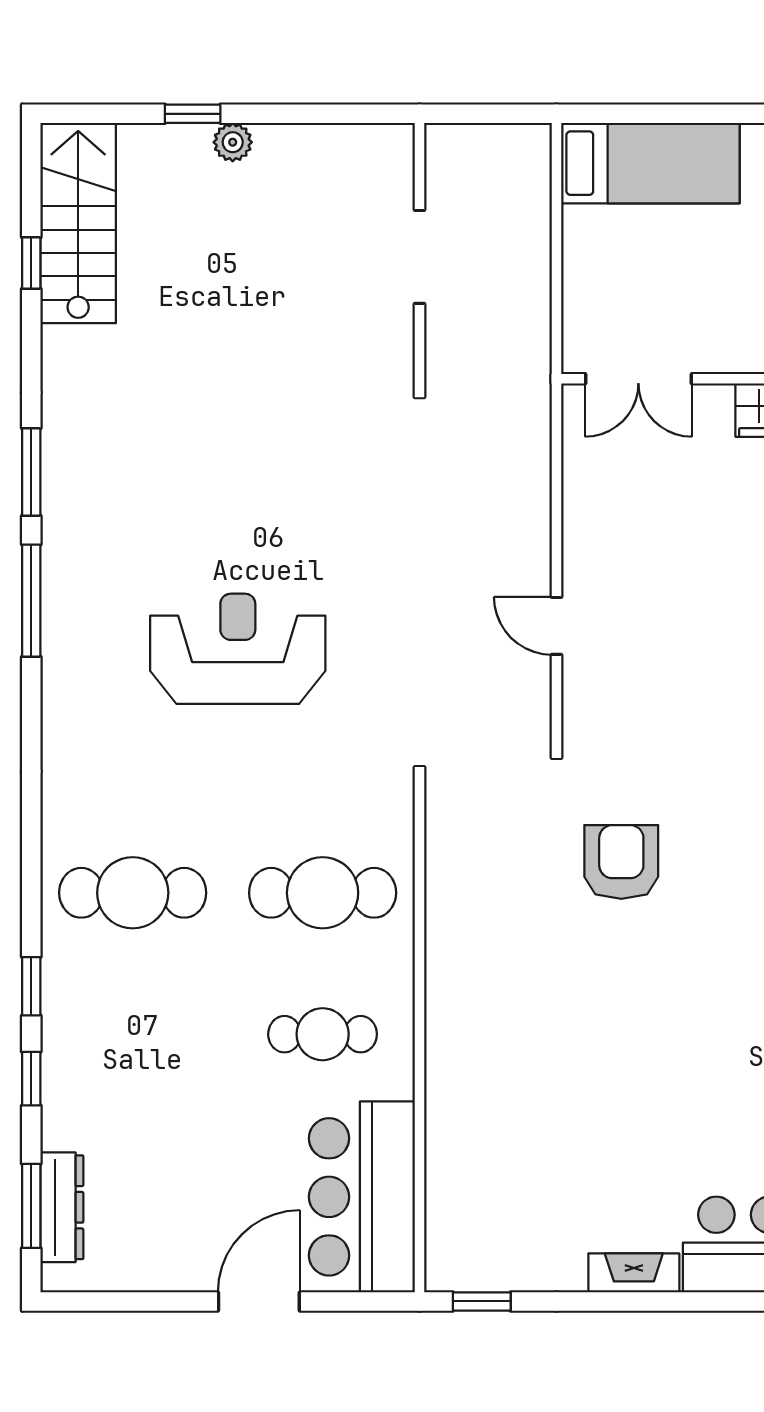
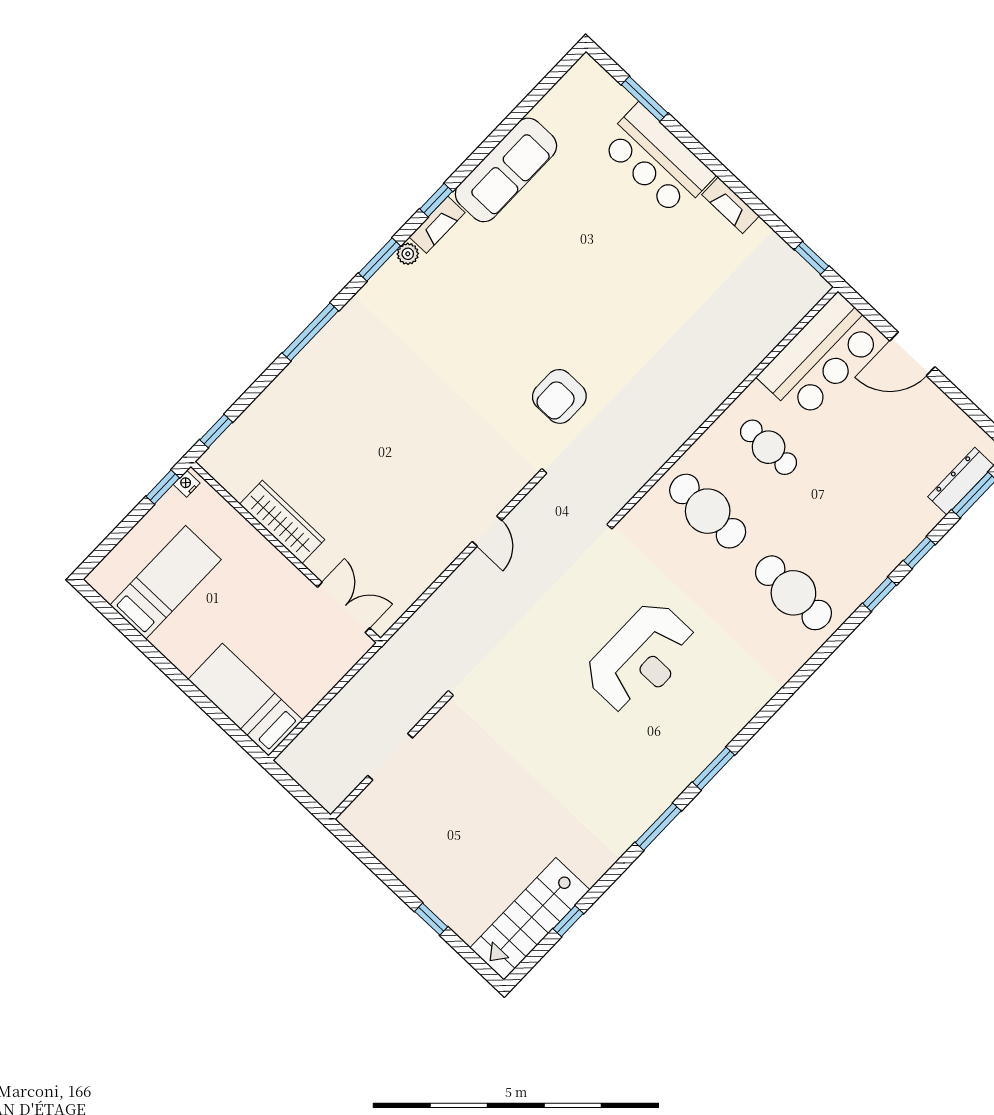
plant: (233, 142) -> (425, 889), removed
window: (31, 601) -> (714, 769), width x0.69
reception desk: (238, 649) -> (641, 658), turned -90

